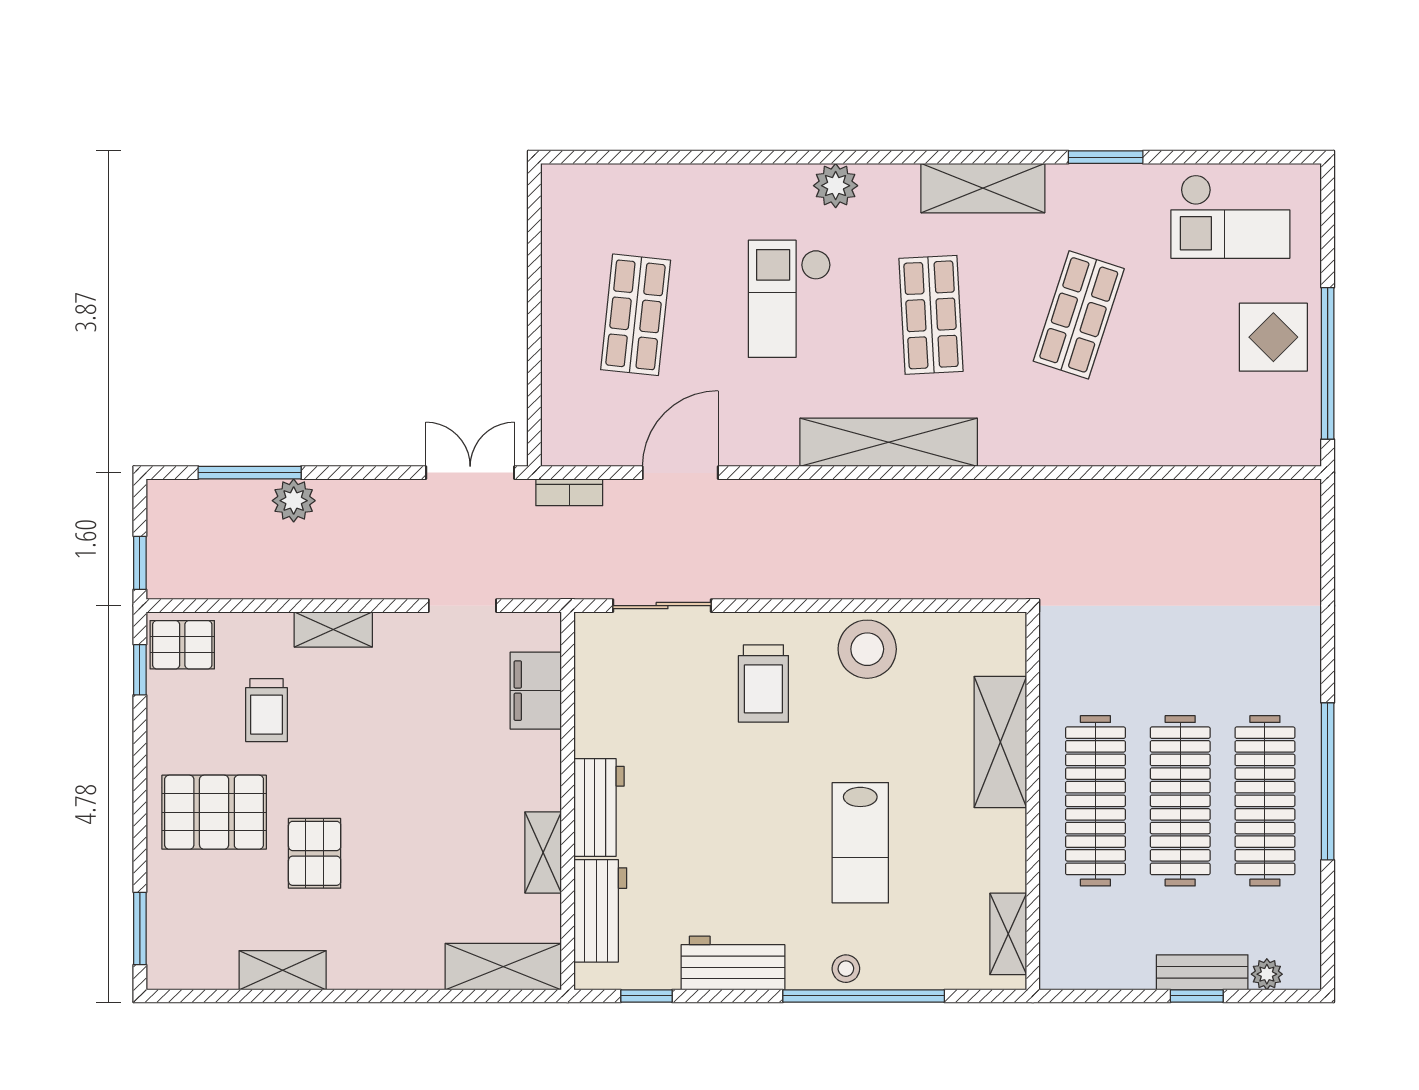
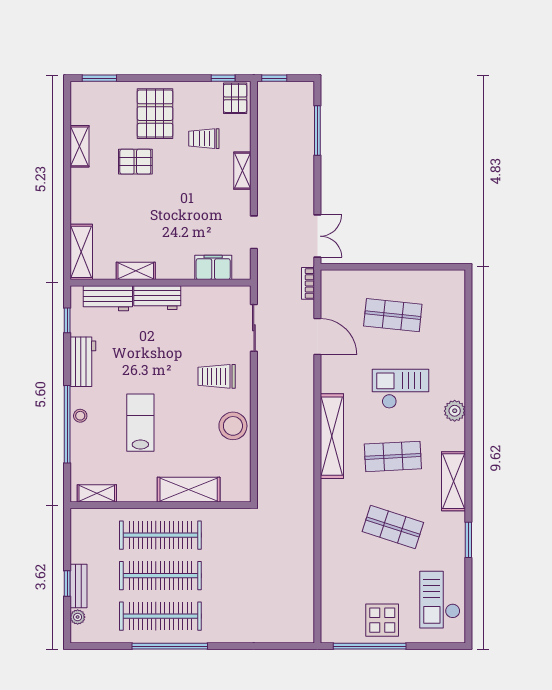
plant: (294, 501) -> (304, 152), removed
lab bench: (860, 843) -> (140, 423), turned 90

